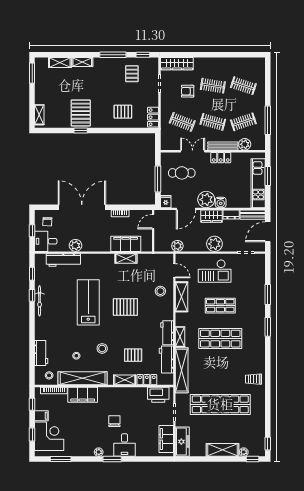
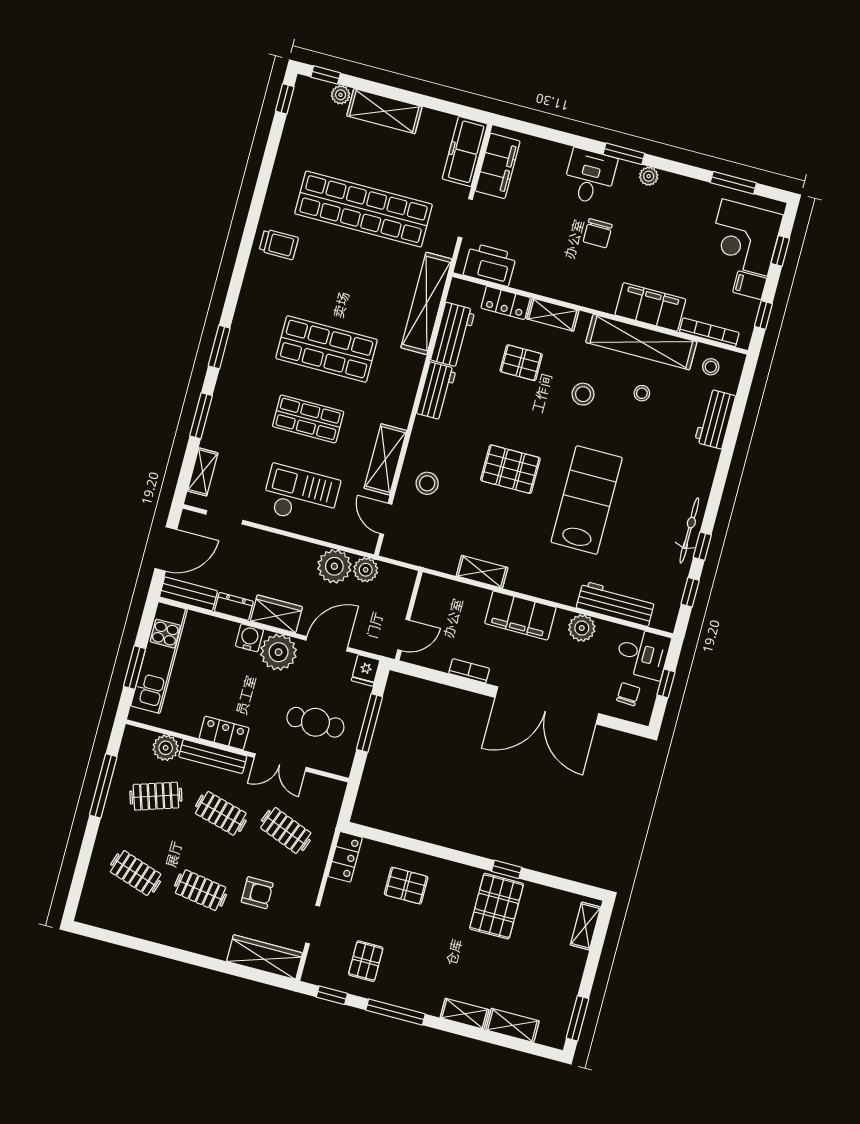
filing cabinet: (126, 244) -> (520, 615), moved
plant: (214, 244) -> (334, 566), moved
lab bench: (88, 302) -> (587, 500), turned 180
shelving: (180, 337) -> (203, 472), moved

